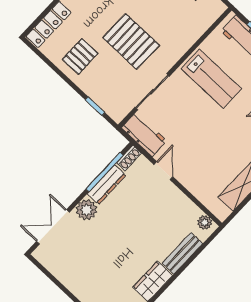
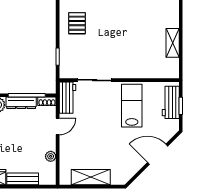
pallet: (131, 41) -> (111, 43), removed
pallet: (80, 56) -> (77, 23), turned 90
lab bench: (211, 79) -> (132, 106), turned 180
plant: (205, 222) -> (51, 156), moved

